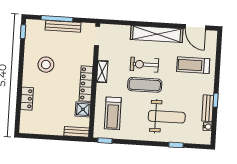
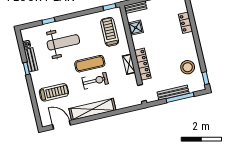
stool: (46, 65) -> (188, 67), moved
locker: (86, 84) -> (143, 64), moved
weight bench: (167, 117) -> (63, 42), turned 180

